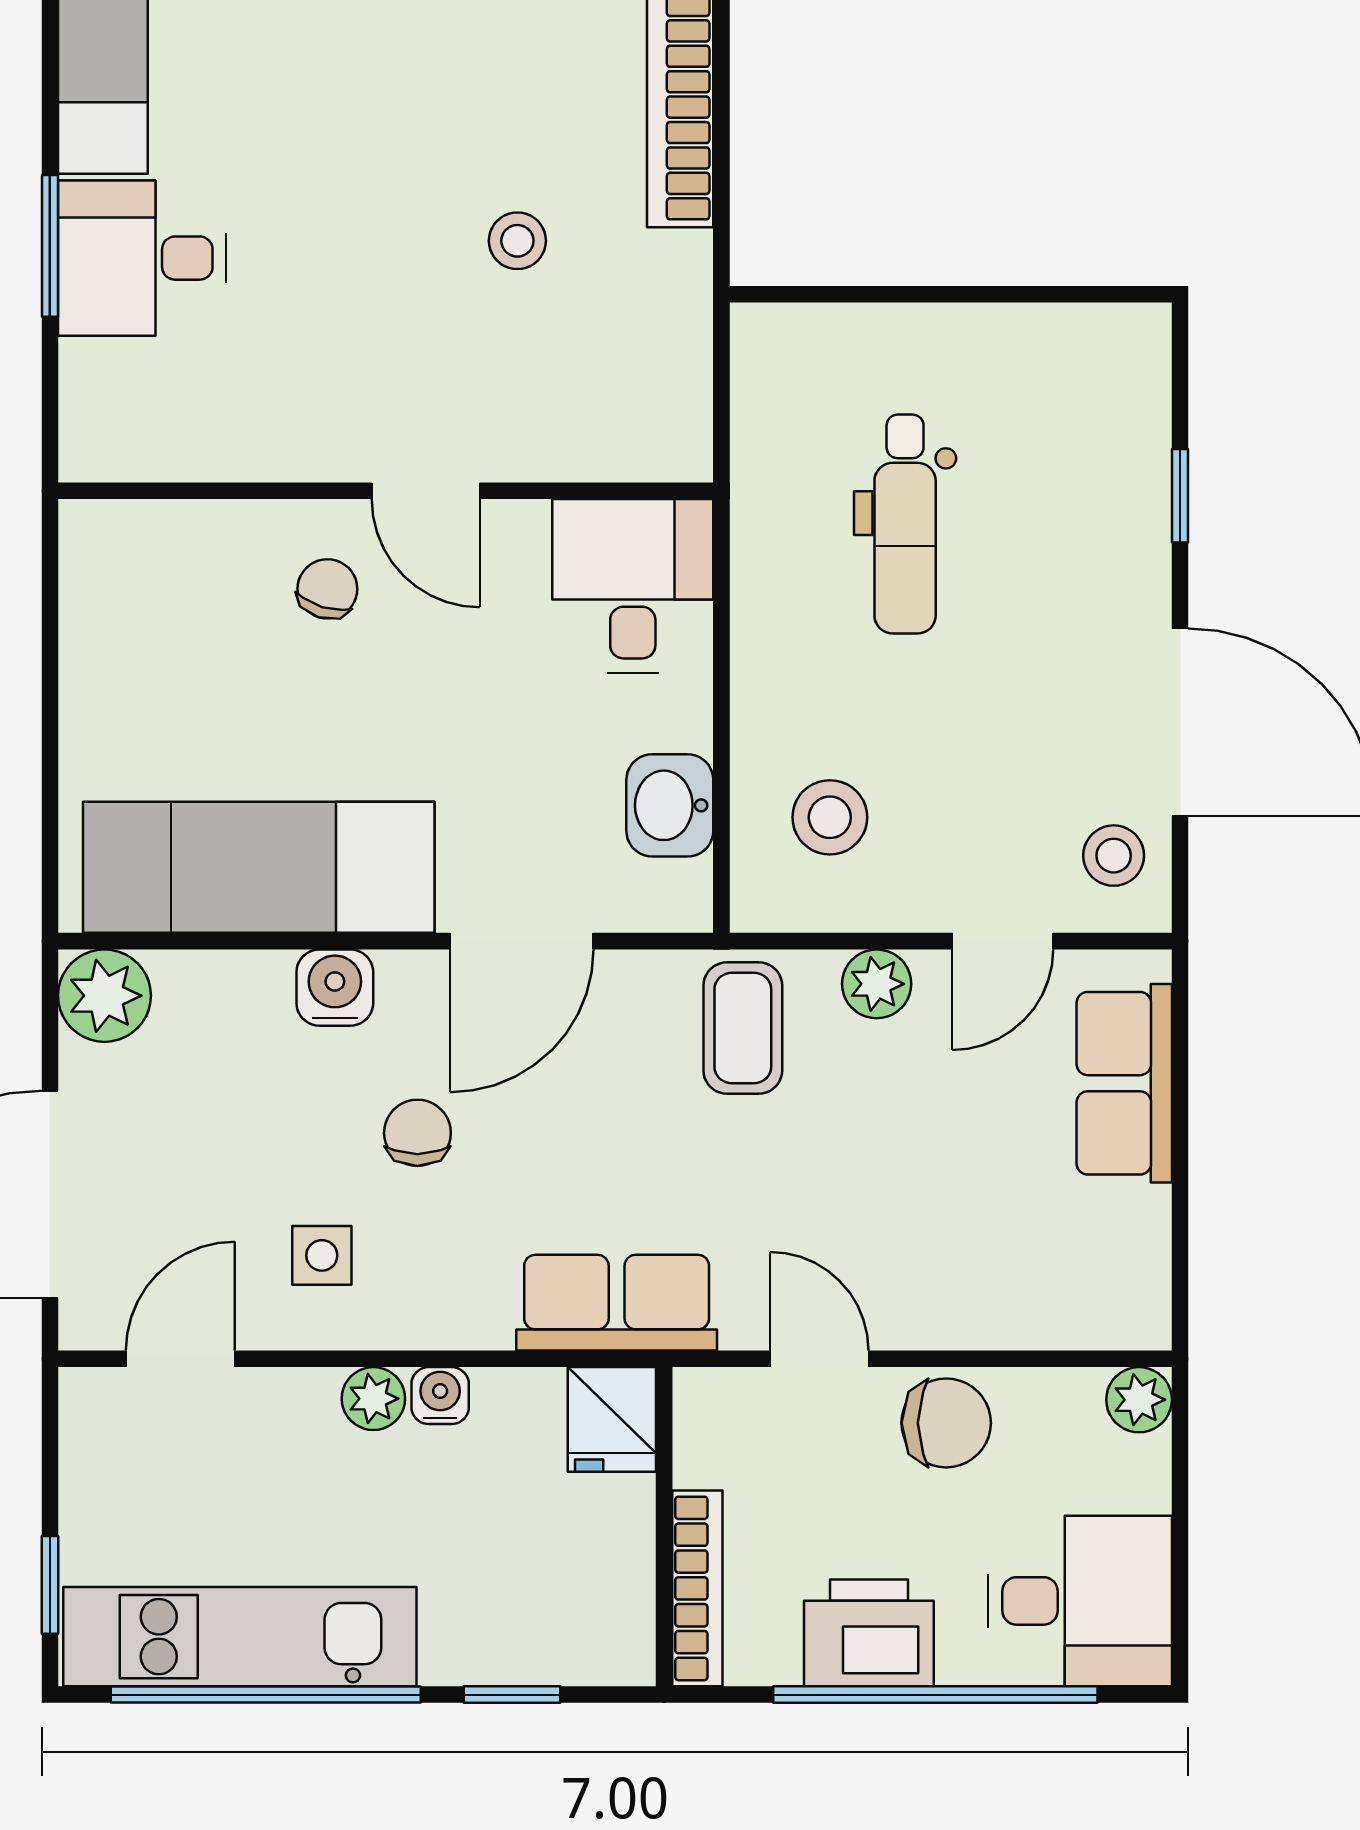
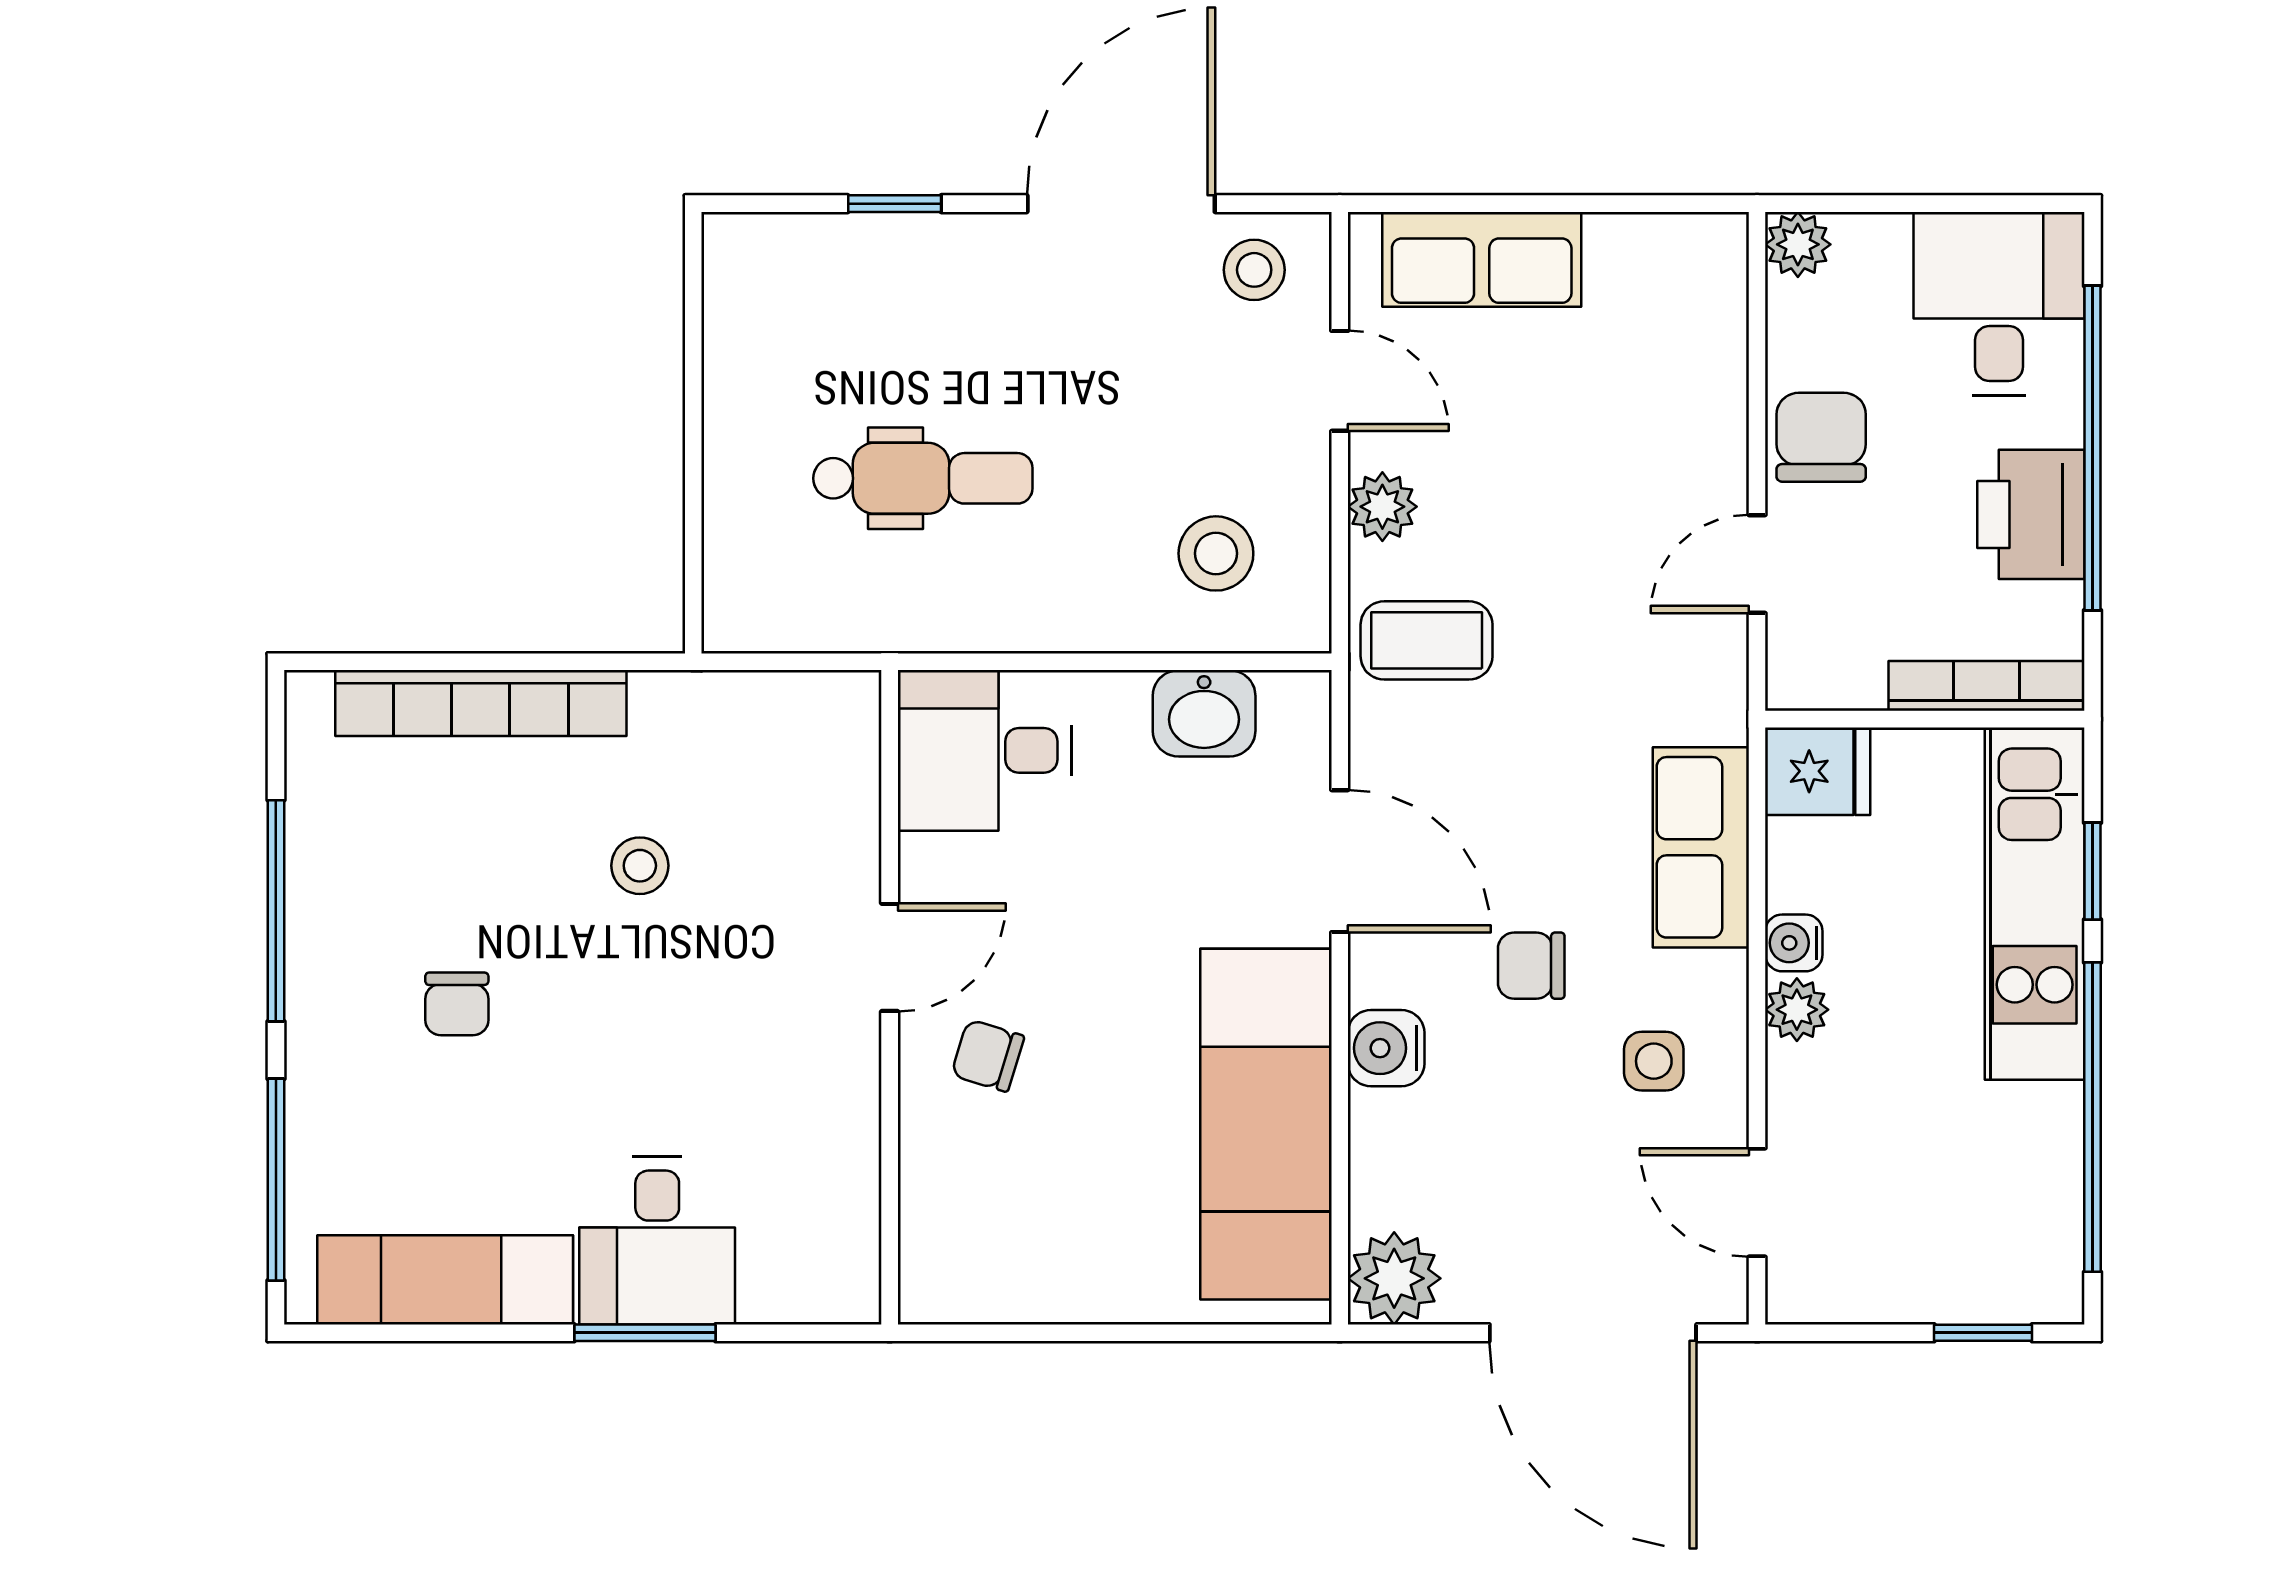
chair: (379, 58) -> (457, 1004), added
row of seats: (617, 1303) -> (1701, 847), moved
kitchen unit: (240, 1637) -> (2035, 904), moved

